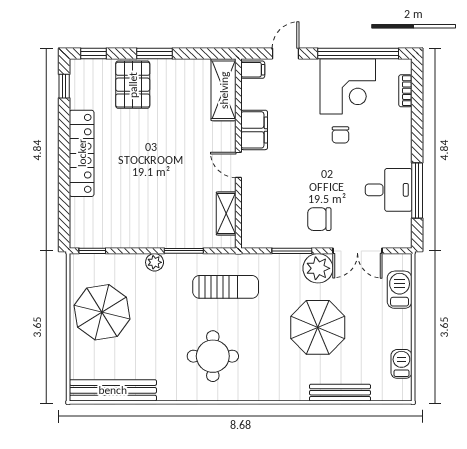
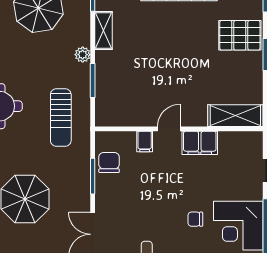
filing cabinet: (253, 70) -> (145, 142), moved
shelving: (226, 214) -> (104, 30), moved, turned 90
chair: (319, 219) -> (109, 163), moved
plant: (318, 268) -> (77, 199), removed

